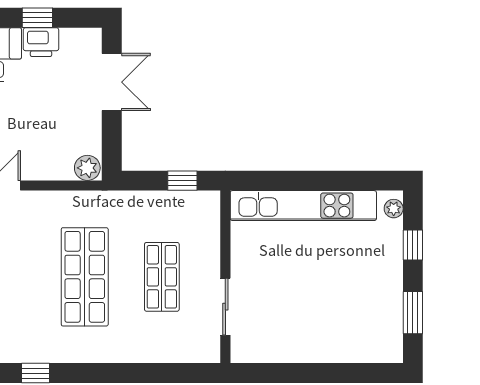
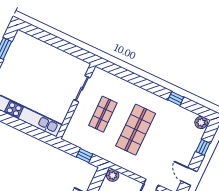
window: (182, 181) -> (84, 155), moved

